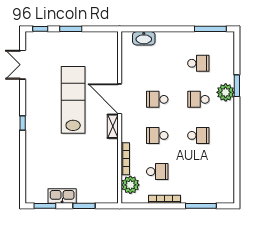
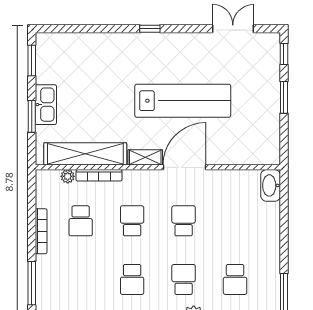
washbasin: (144, 38) -> (271, 185), moved
shelving: (110, 168) -> (85, 154), added
plant: (130, 185) -> (68, 176), width x0.53, depth x0.53
kitchen sink: (62, 196) -> (46, 105), moved

